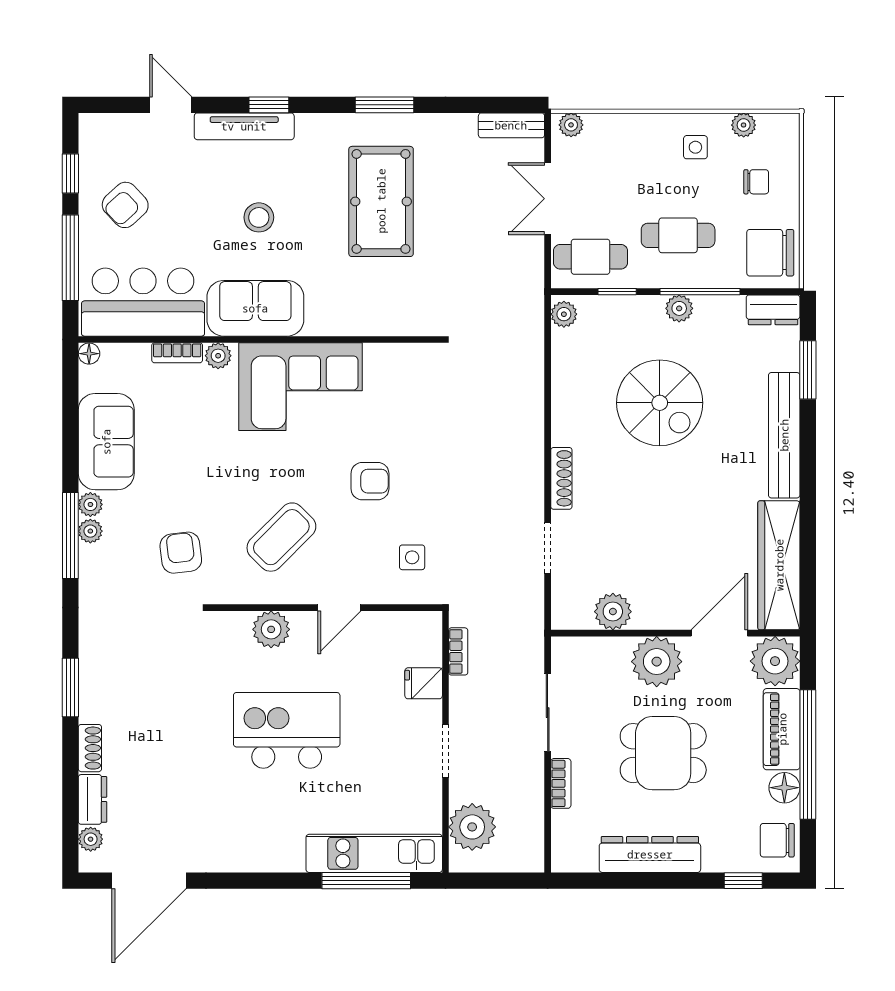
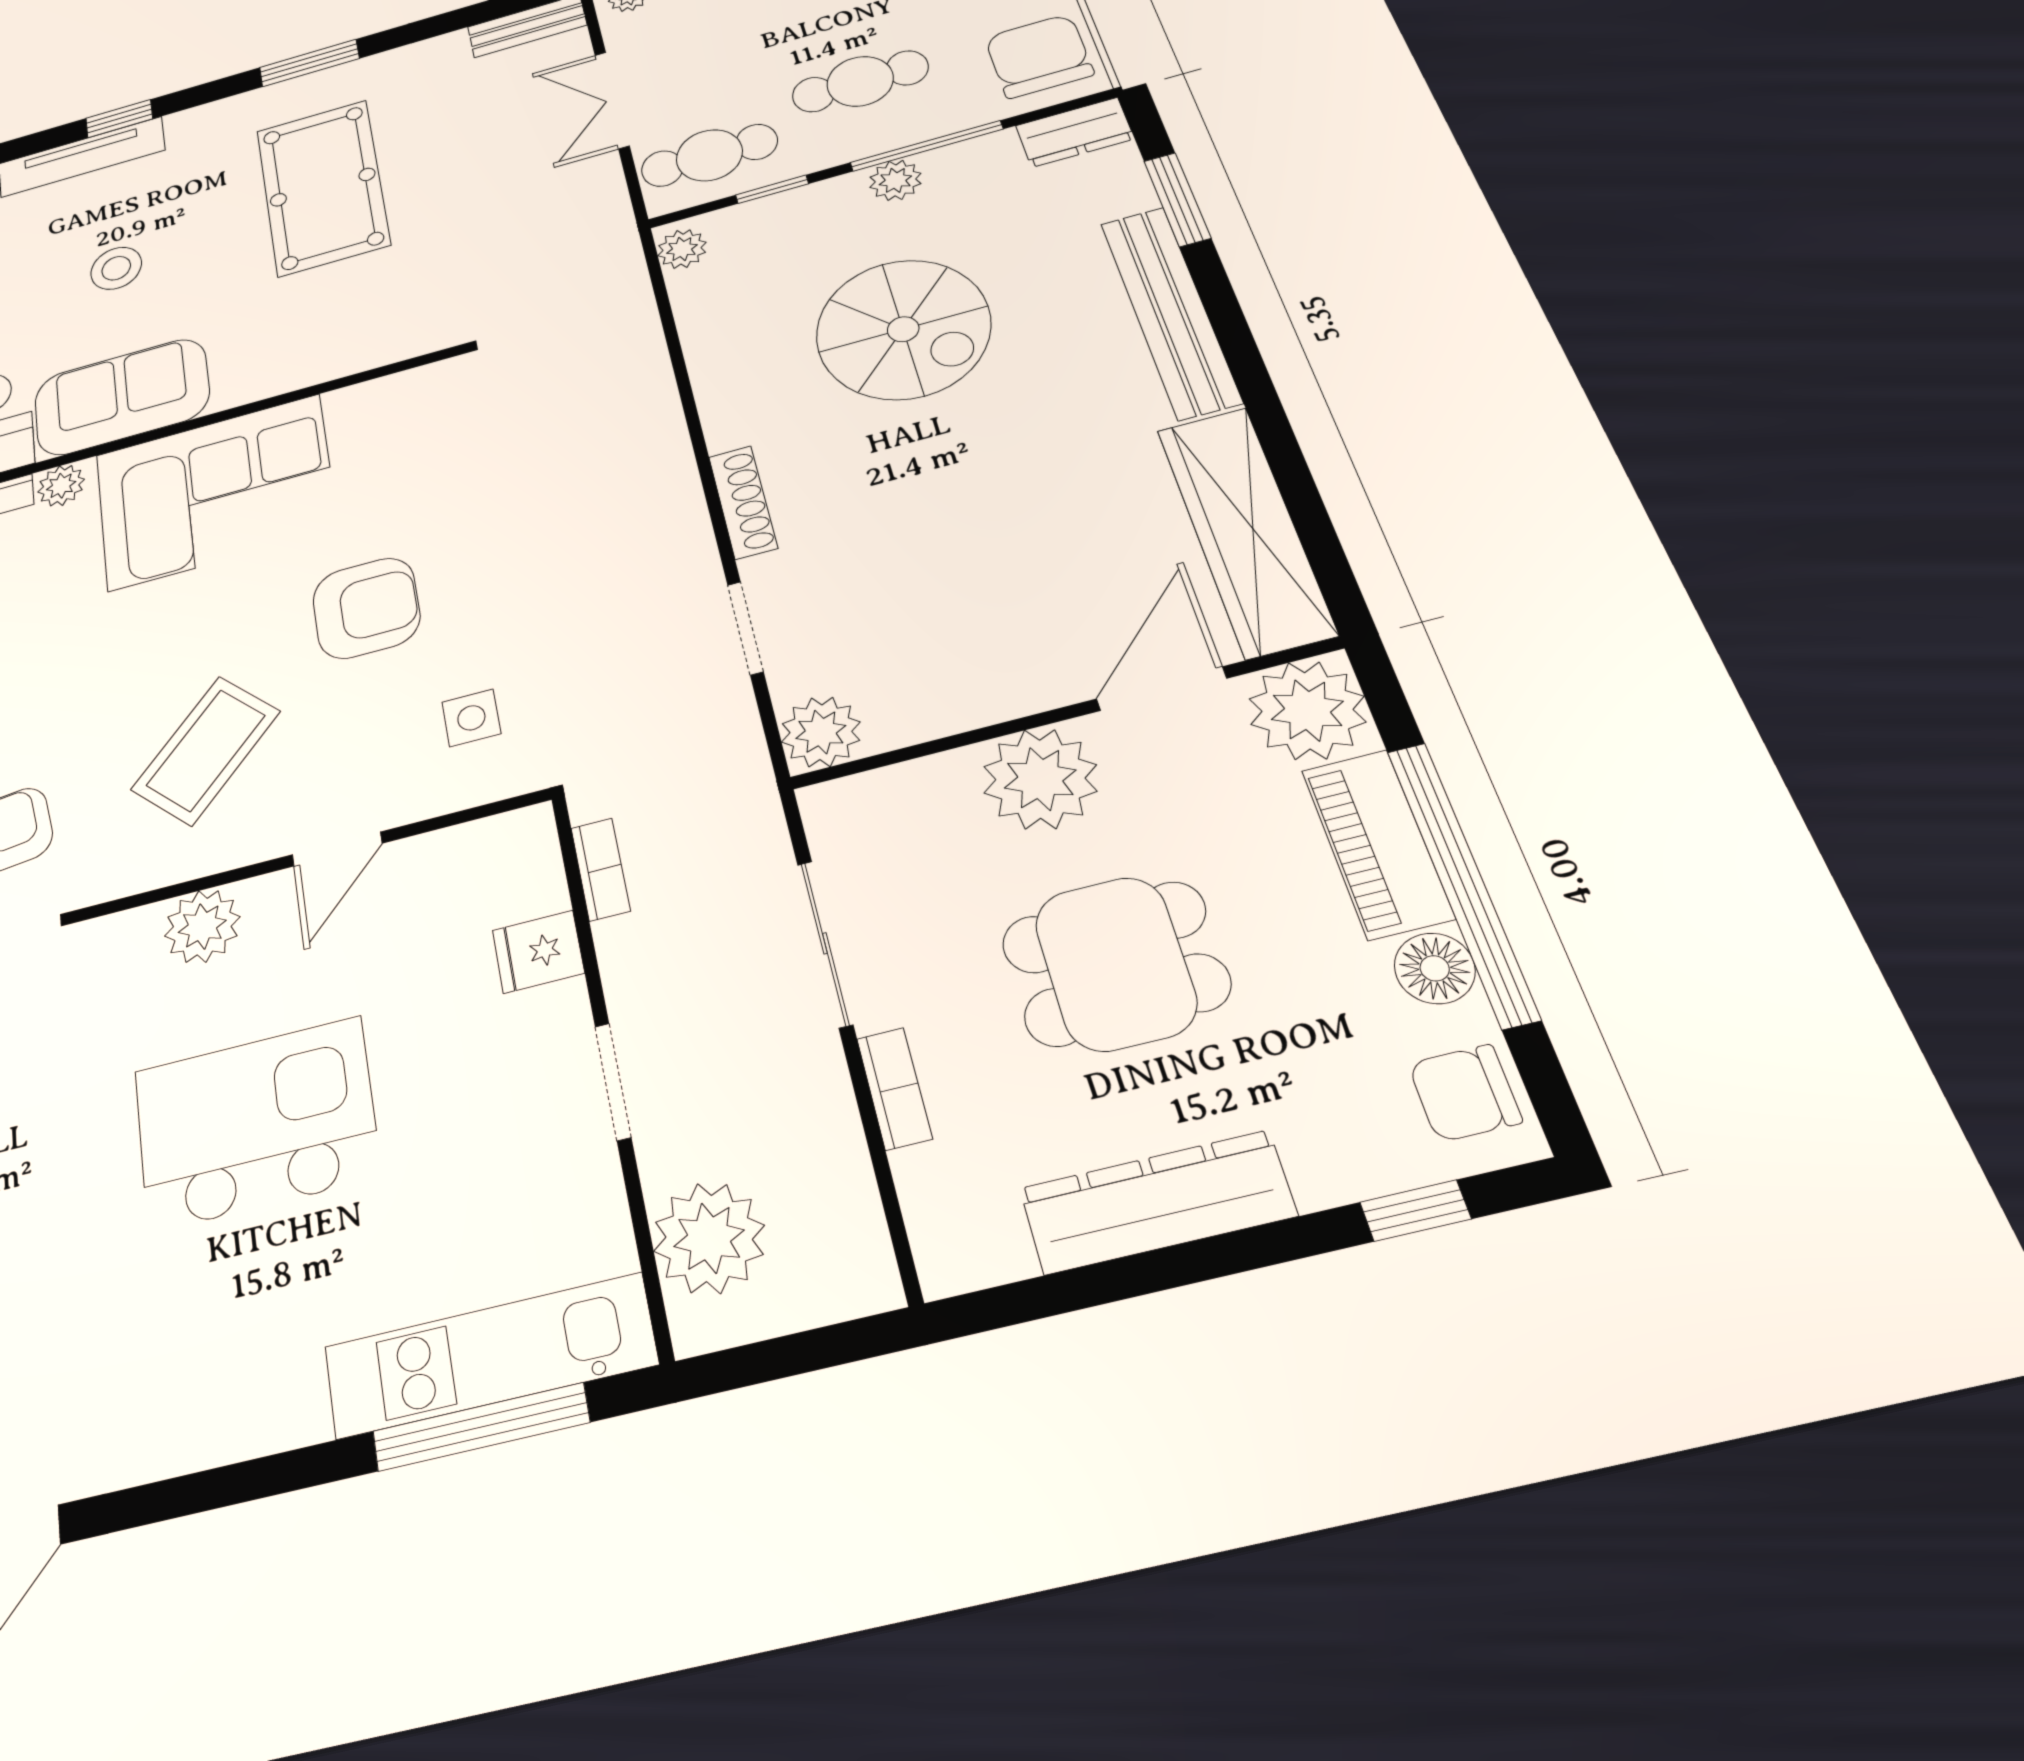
chair: (770, 253) -> (1039, 56), turned 90
armchair: (370, 481) -> (366, 608), width x1.38, depth x1.38
plant: (613, 612) -> (821, 732), moved

